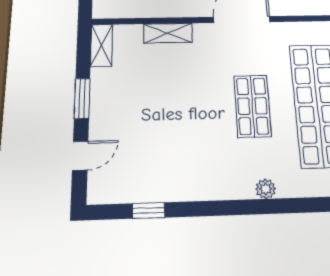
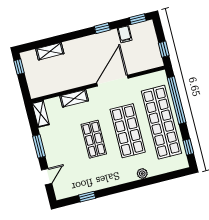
shop shelf: (252, 106) -> (128, 131), width x1.43, depth x1.36
shop shelf: (187, 108) -> (94, 139), added

